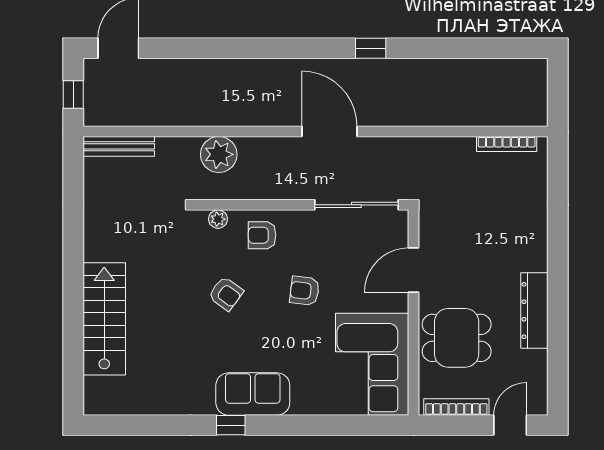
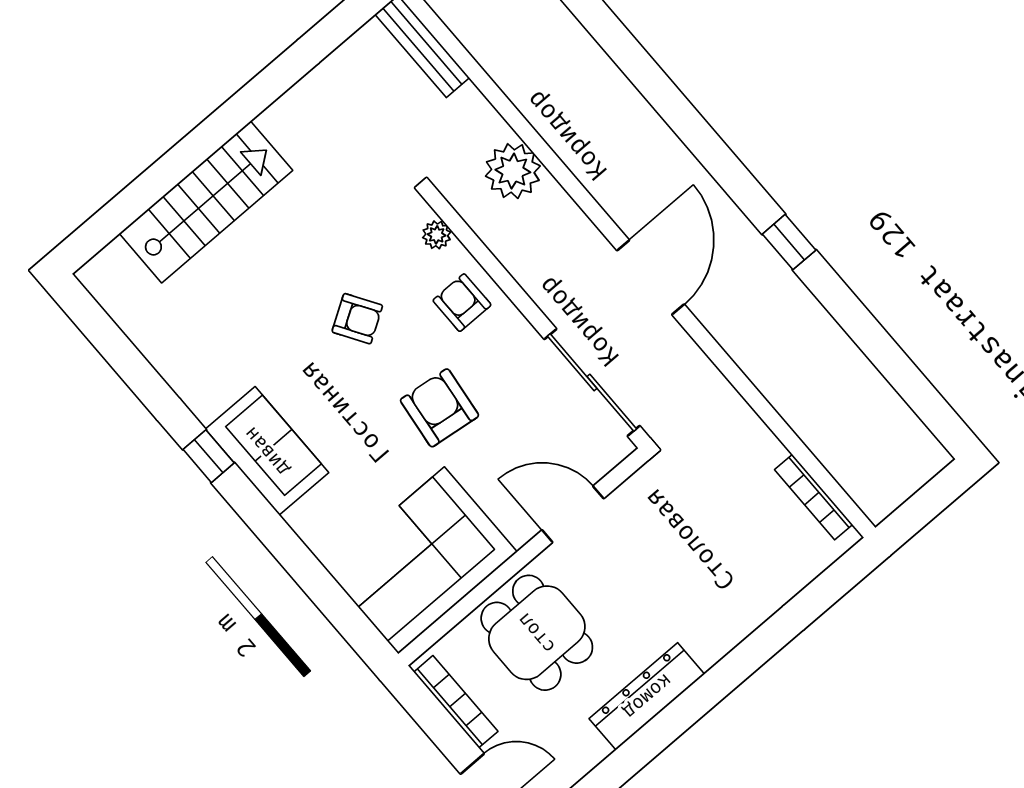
armchair: (305, 291) -> (439, 408), width x1.38, depth x1.38
armchair: (226, 294) -> (357, 319), turned -68

